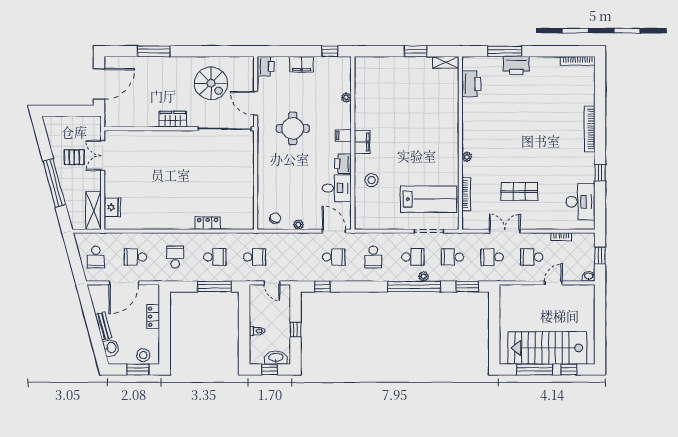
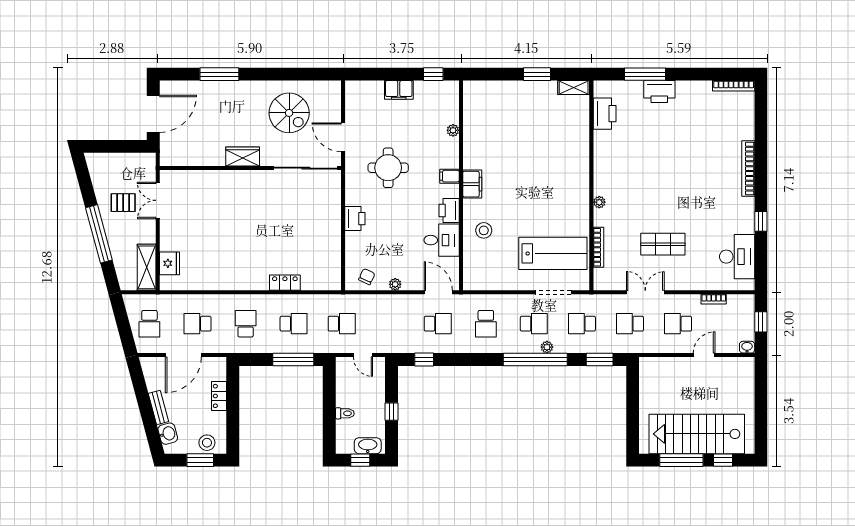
printer: (265, 66) -> (355, 219), moved

